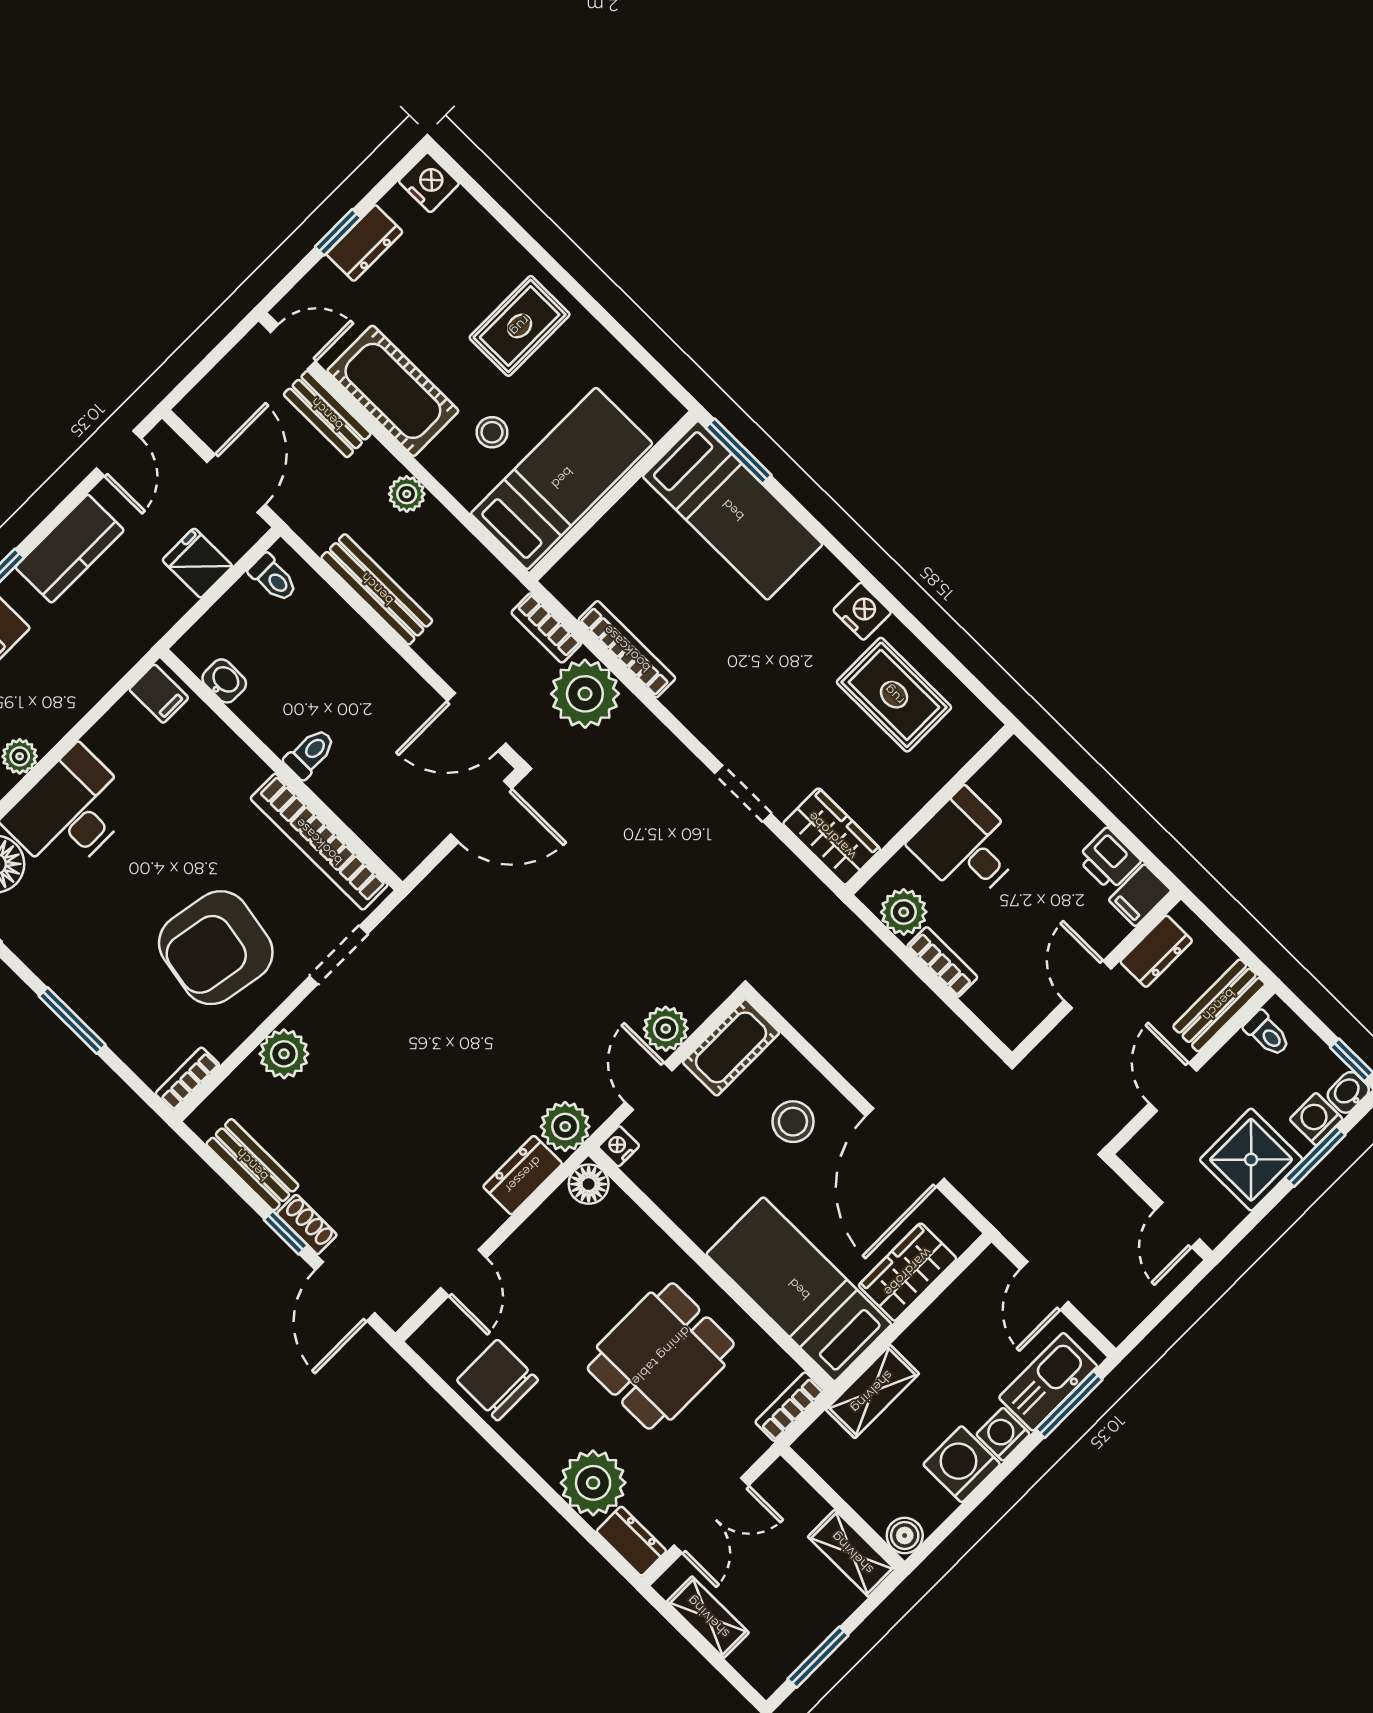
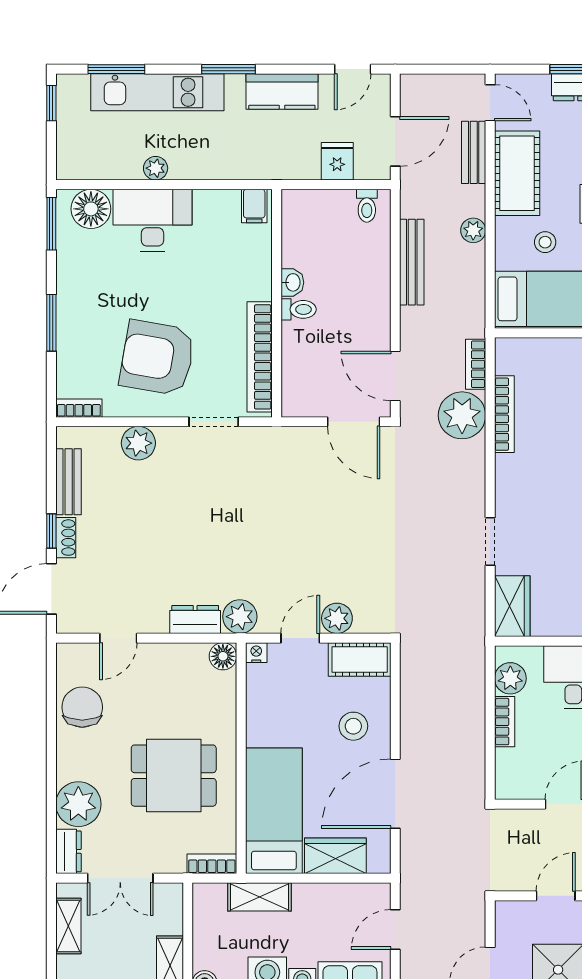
washbasin: (224, 681) -> (292, 282), moved

